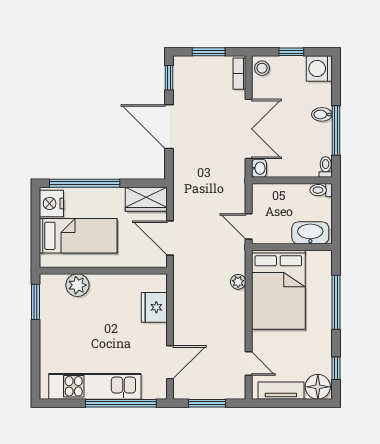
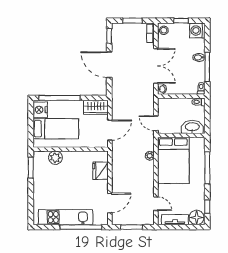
door: (170, 238) -> (110, 130), swing flipped

